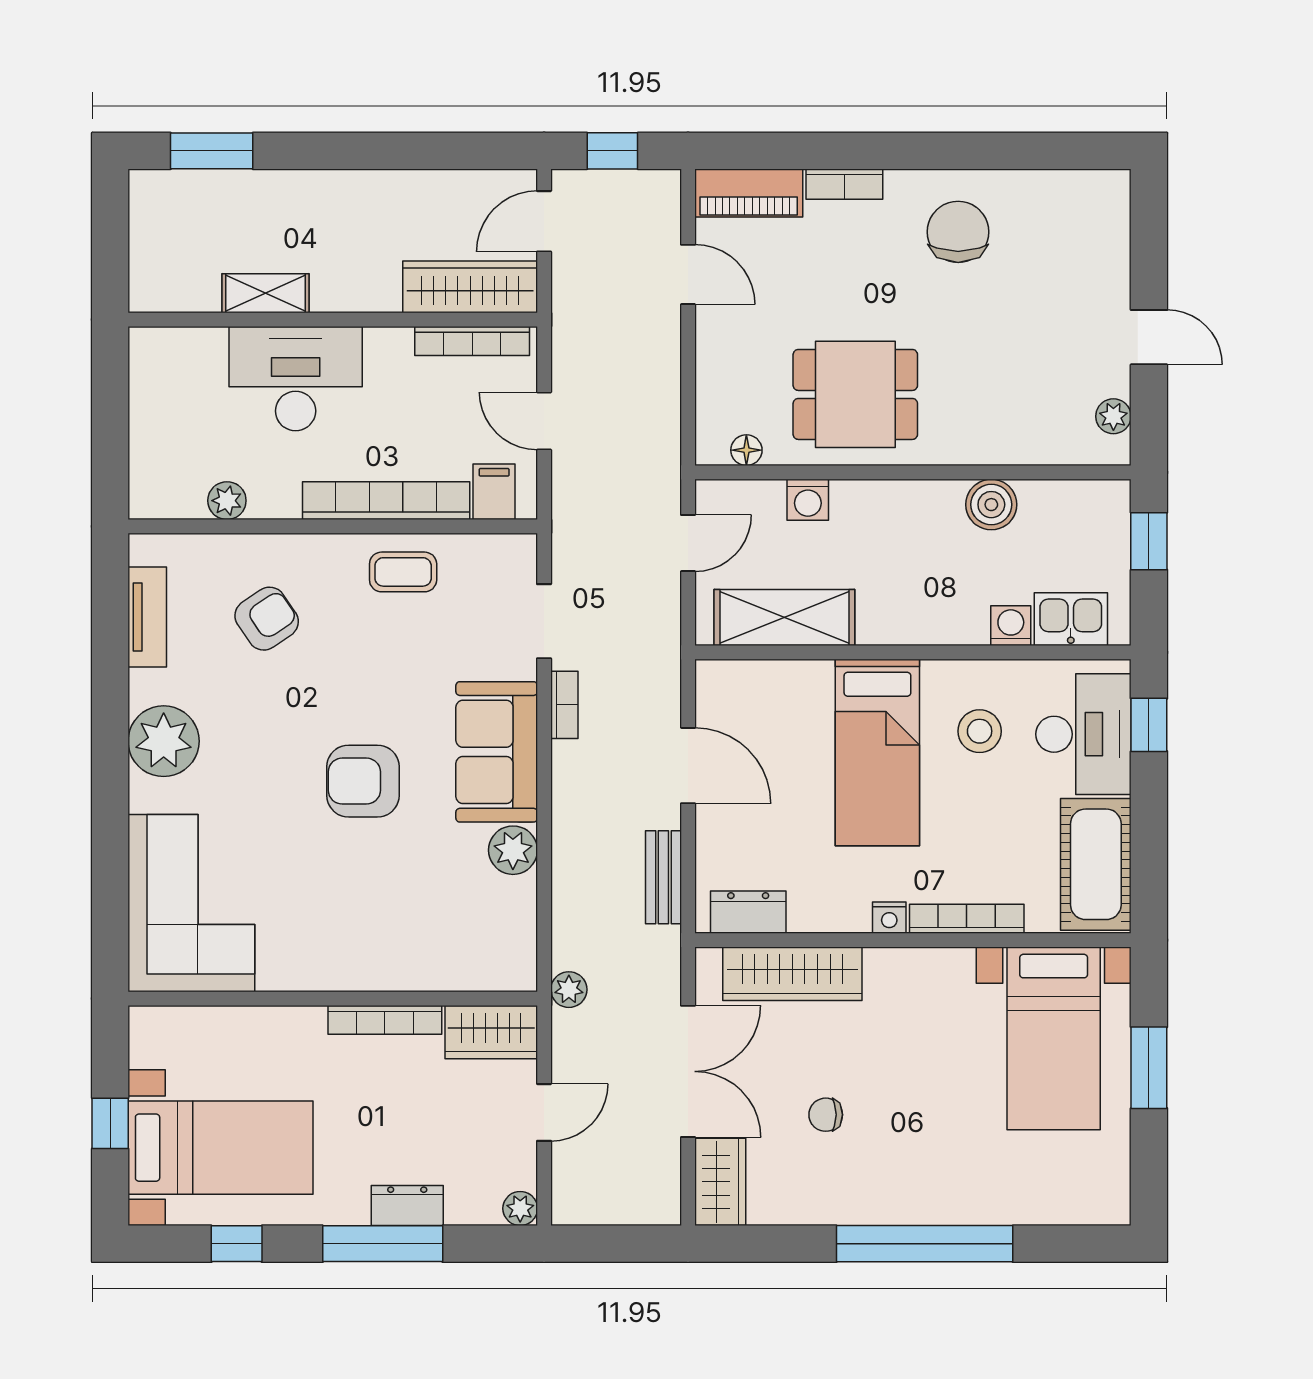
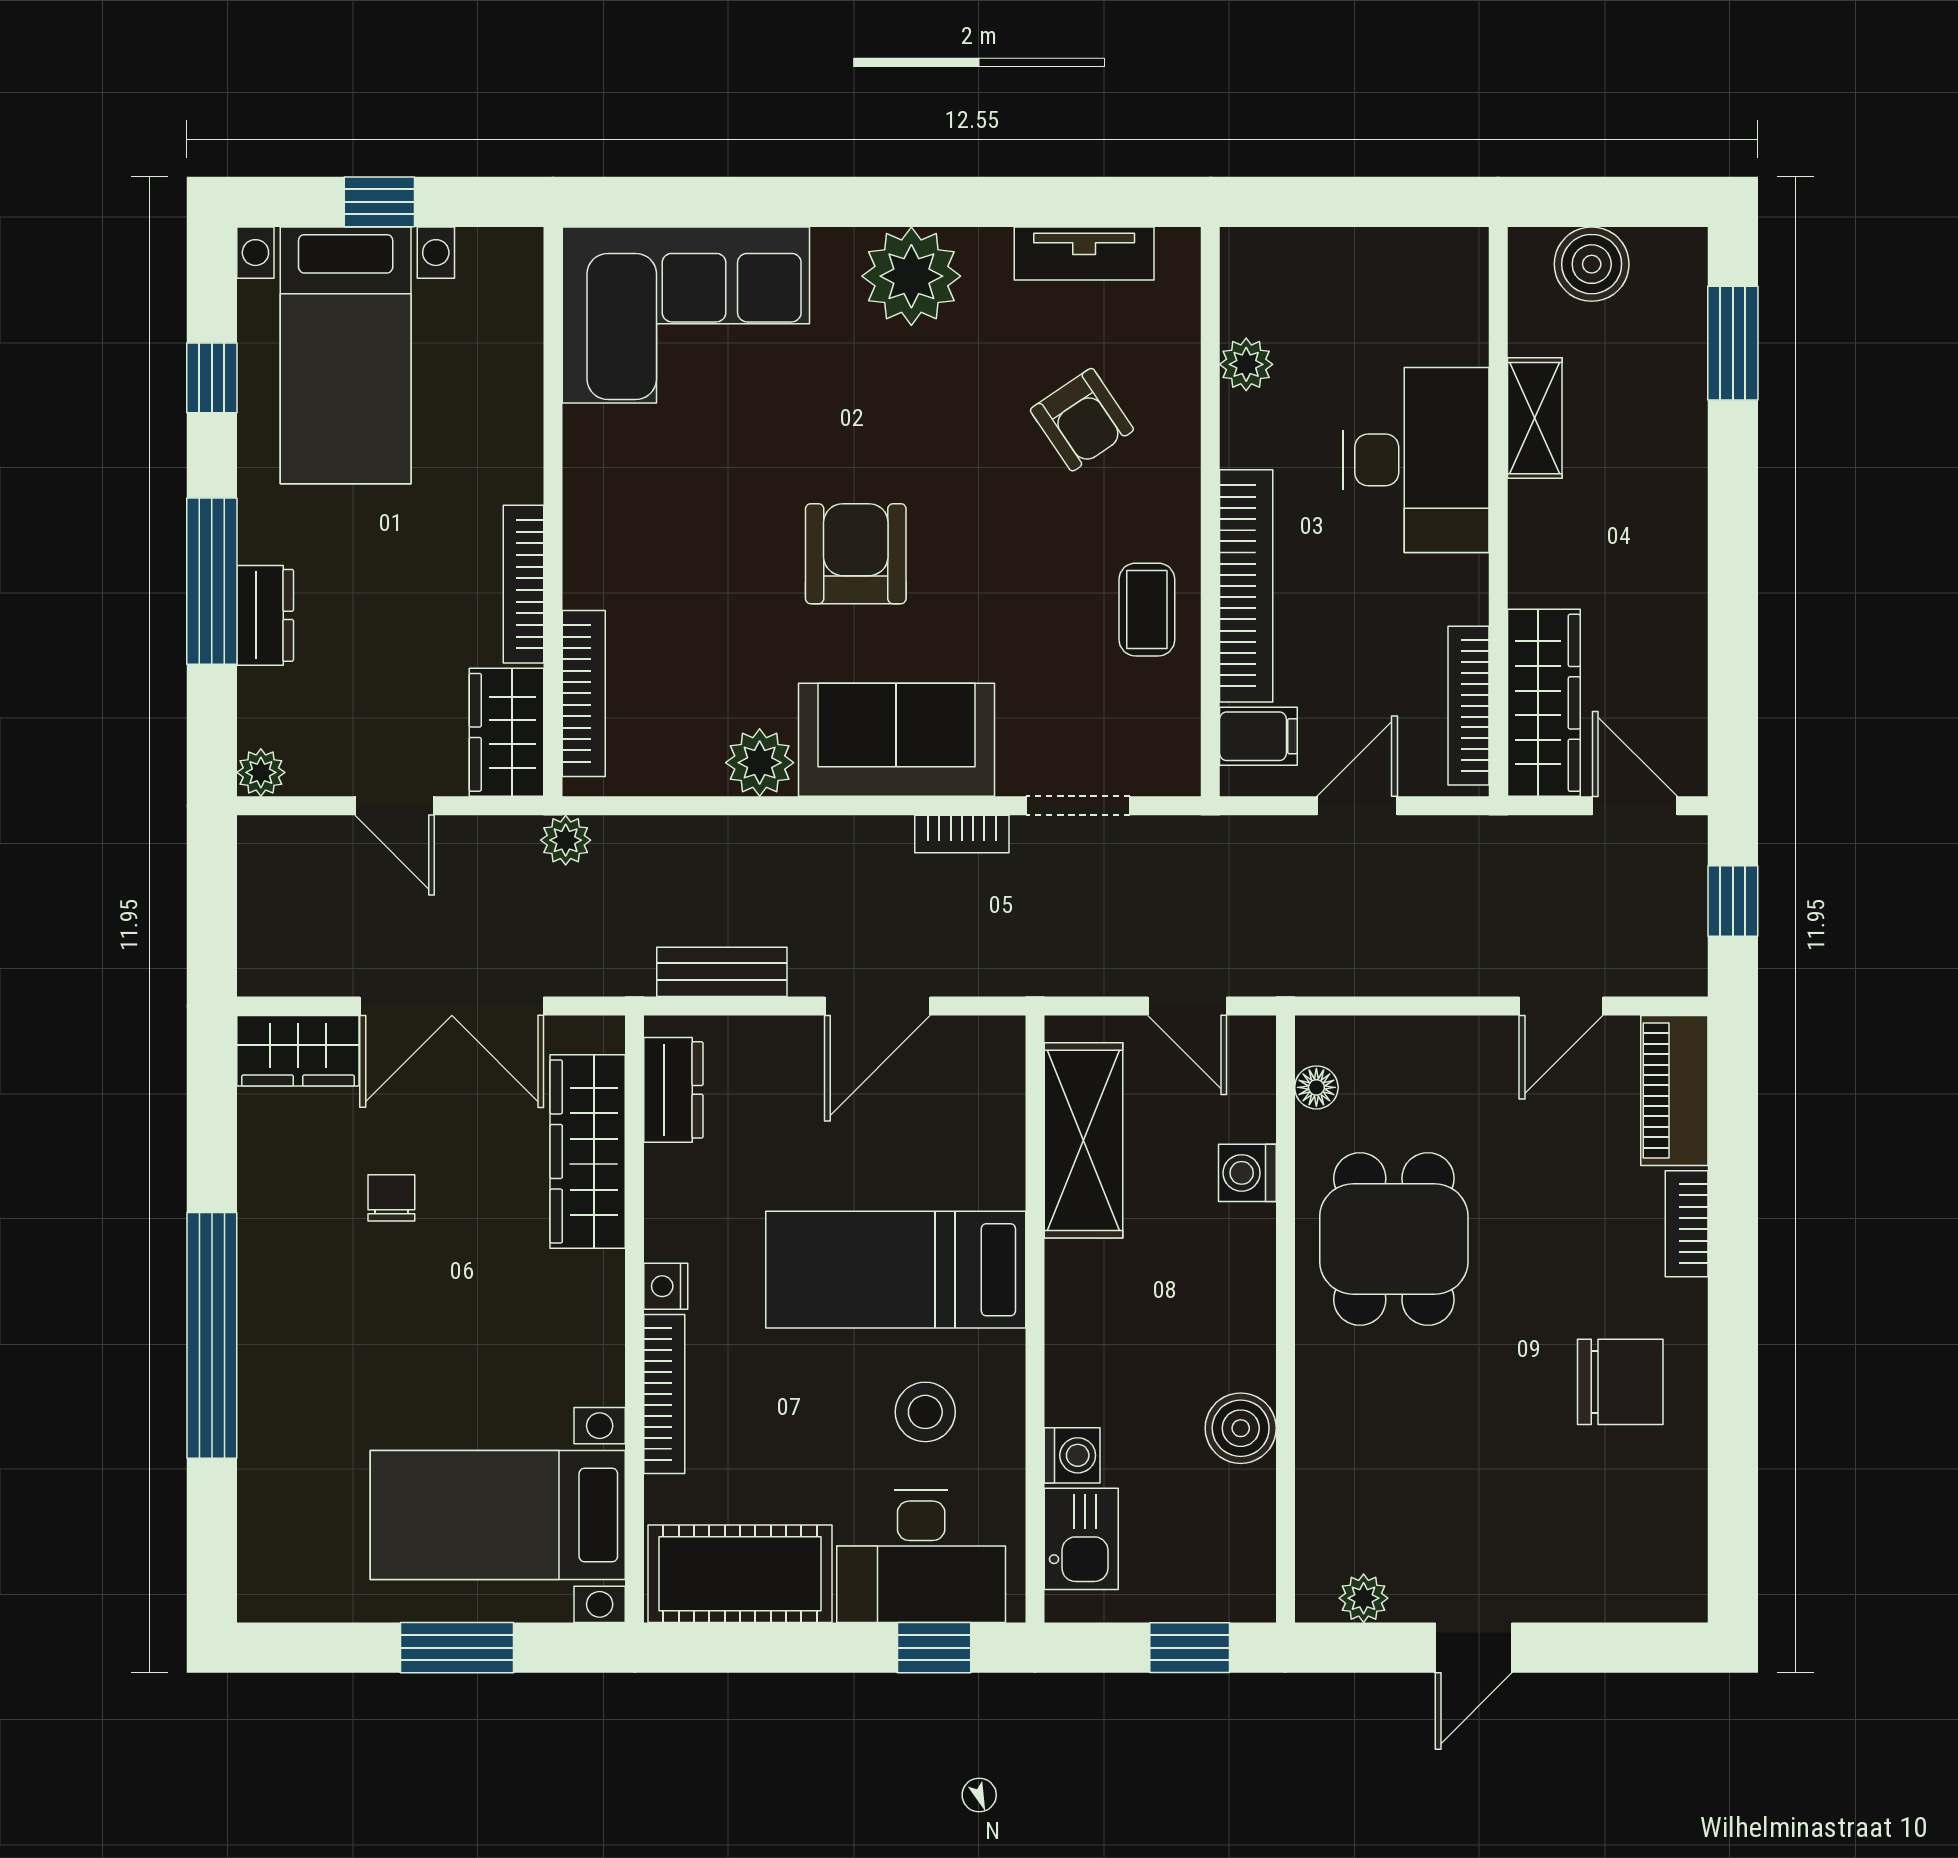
boiler: (155, 252) -> (1592, 264), added
bookcase: (463, 977) -> (584, 693), added

